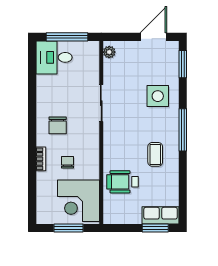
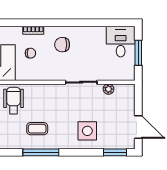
window: (67, 37) -> (138, 53), width x0.69
plant: (109, 52) -> (109, 89), moved
window: (183, 130) -> (41, 152), moved

